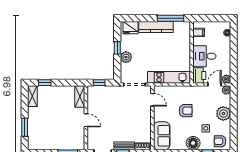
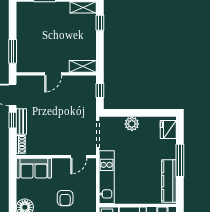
window: (171, 18) -> (180, 160), moved
kitchen counter: (156, 27) -> (169, 181), moved
window: (117, 48) -> (143, 113), removed

